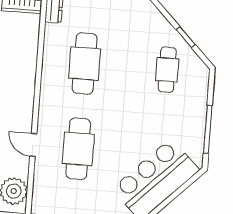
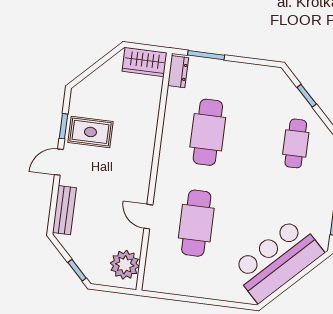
window: (186, 37) -> (307, 96), moved

